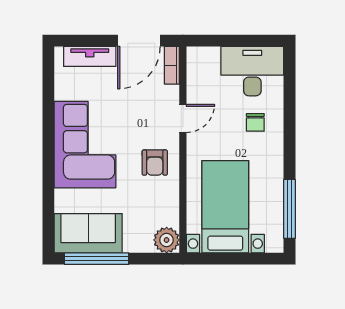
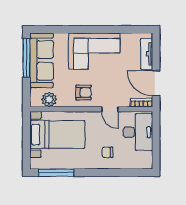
desk: (252, 71) -> (138, 132), moved
armchair: (155, 163) -> (84, 93), turned 180
sofa: (88, 233) -> (42, 60), width x1.36
plant: (167, 240) -> (49, 100), moved

